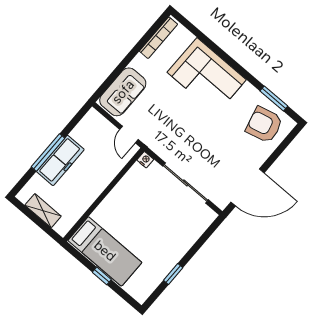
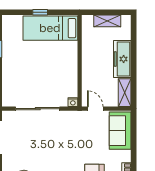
shelving: (86, 125) -> (125, 93), added
window: (48, 152) -> (134, 58), removed

